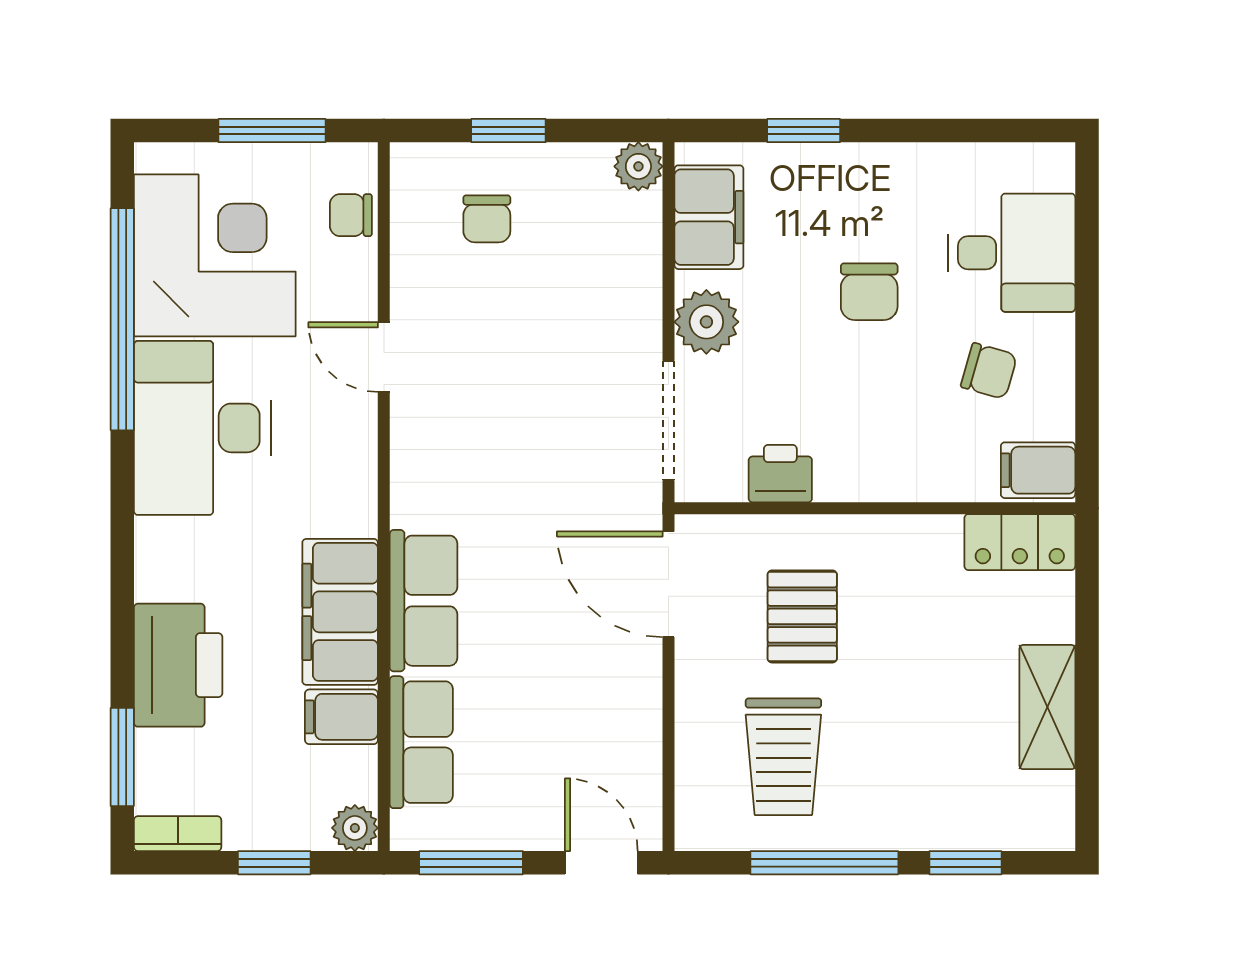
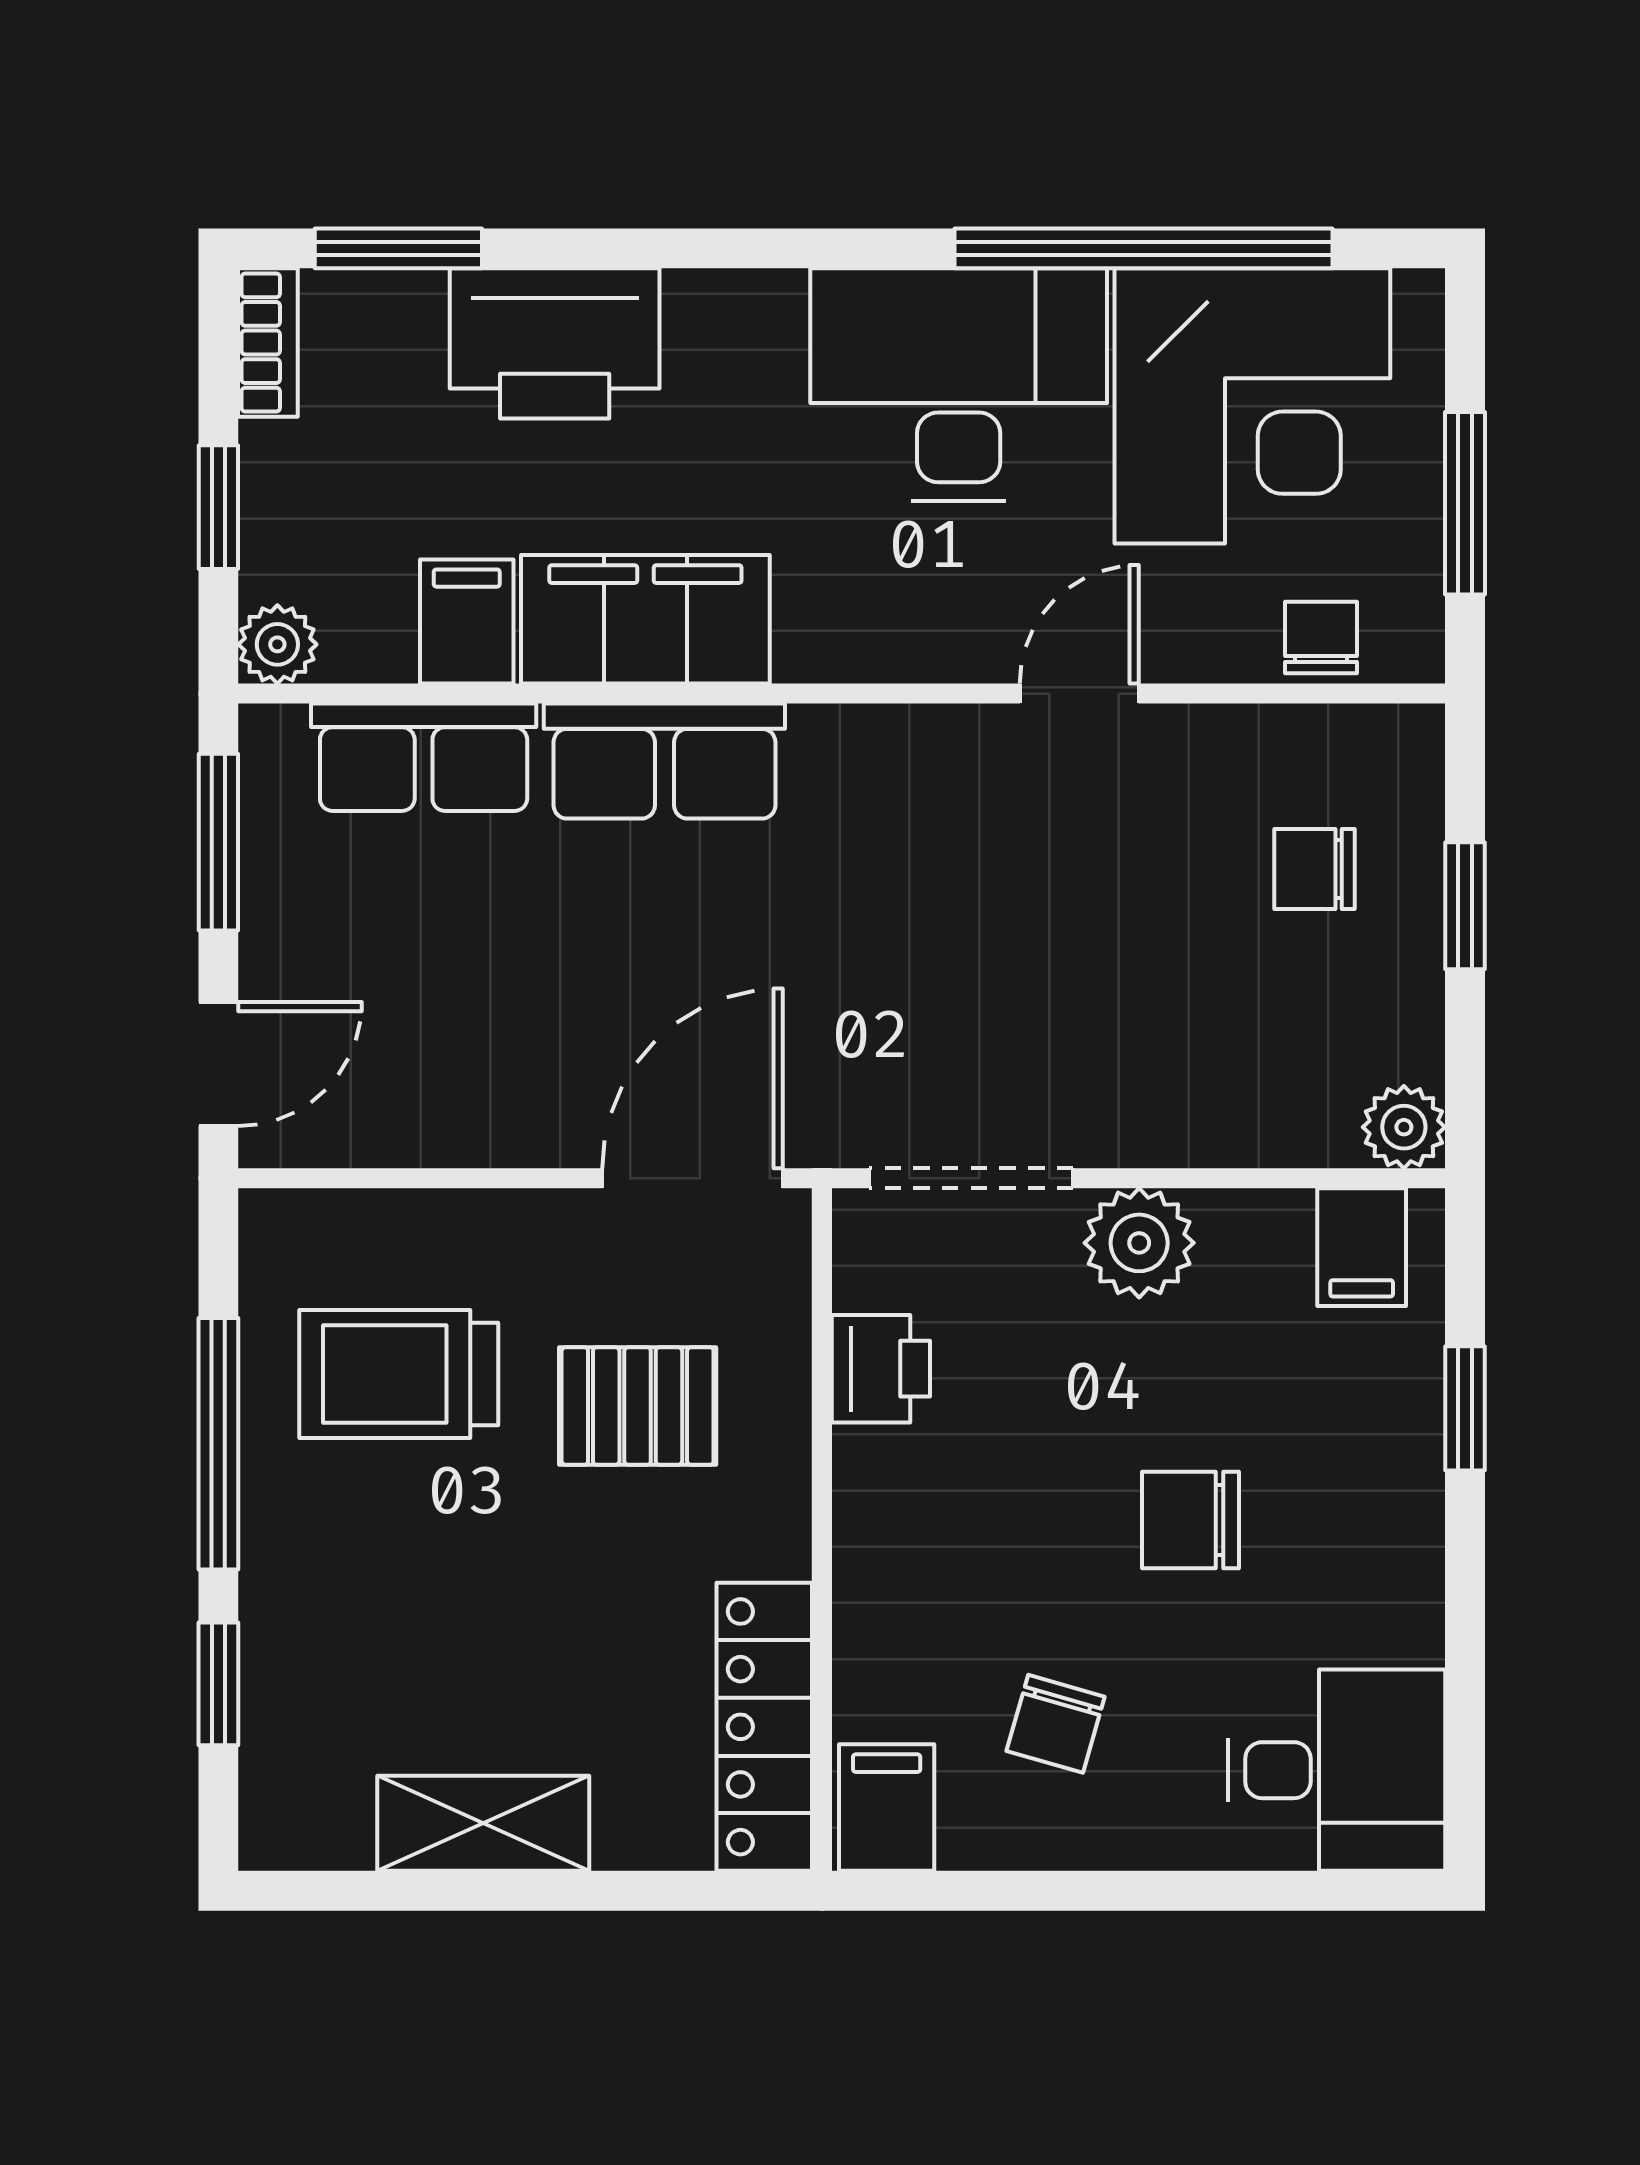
filing cabinet: (709, 217) -> (1362, 1247), width x0.50
desk: (1011, 253) -> (1337, 1770), moved, turned -90
locker: (1020, 542) -> (764, 1727), width x1.53

